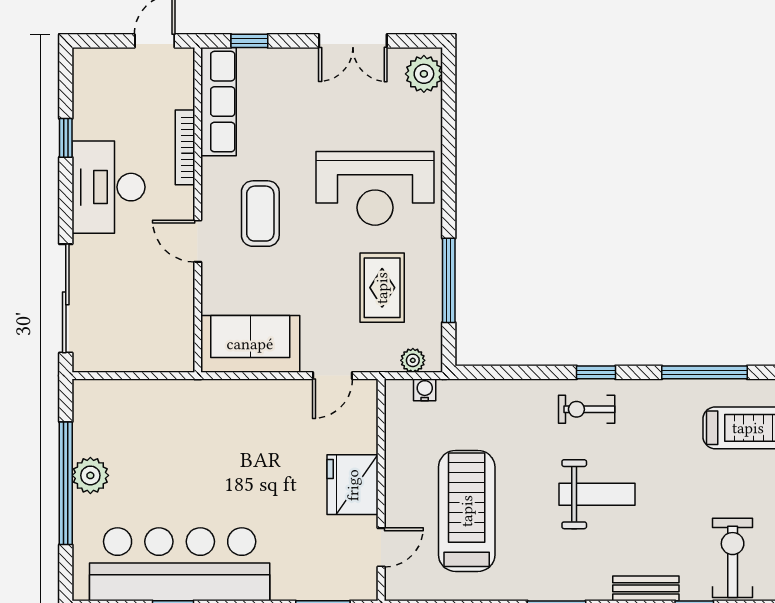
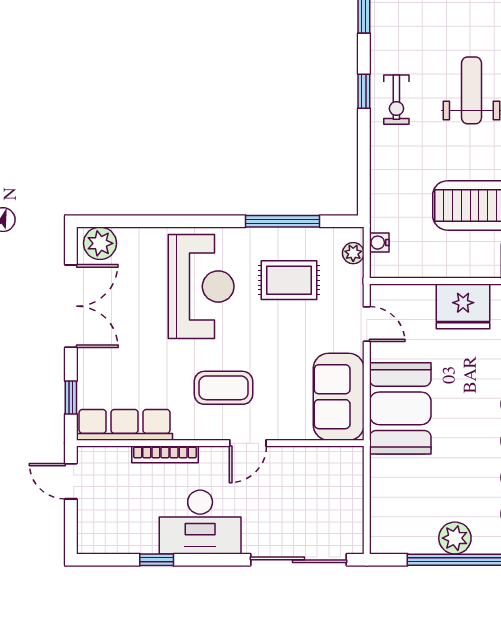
double door: (353, 41) -> (71, 306), width x1.37
booth: (237, 414) -> (400, 408), added

